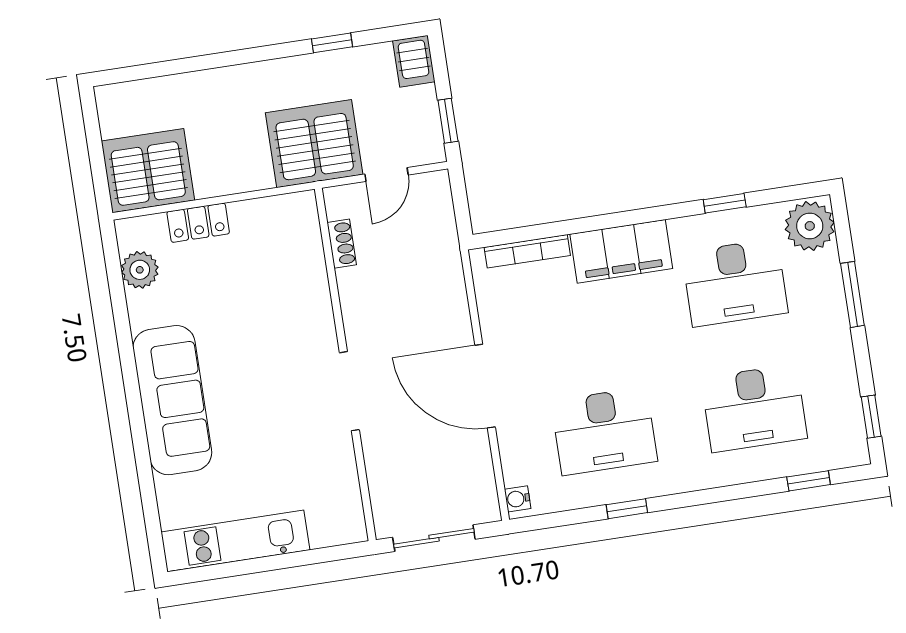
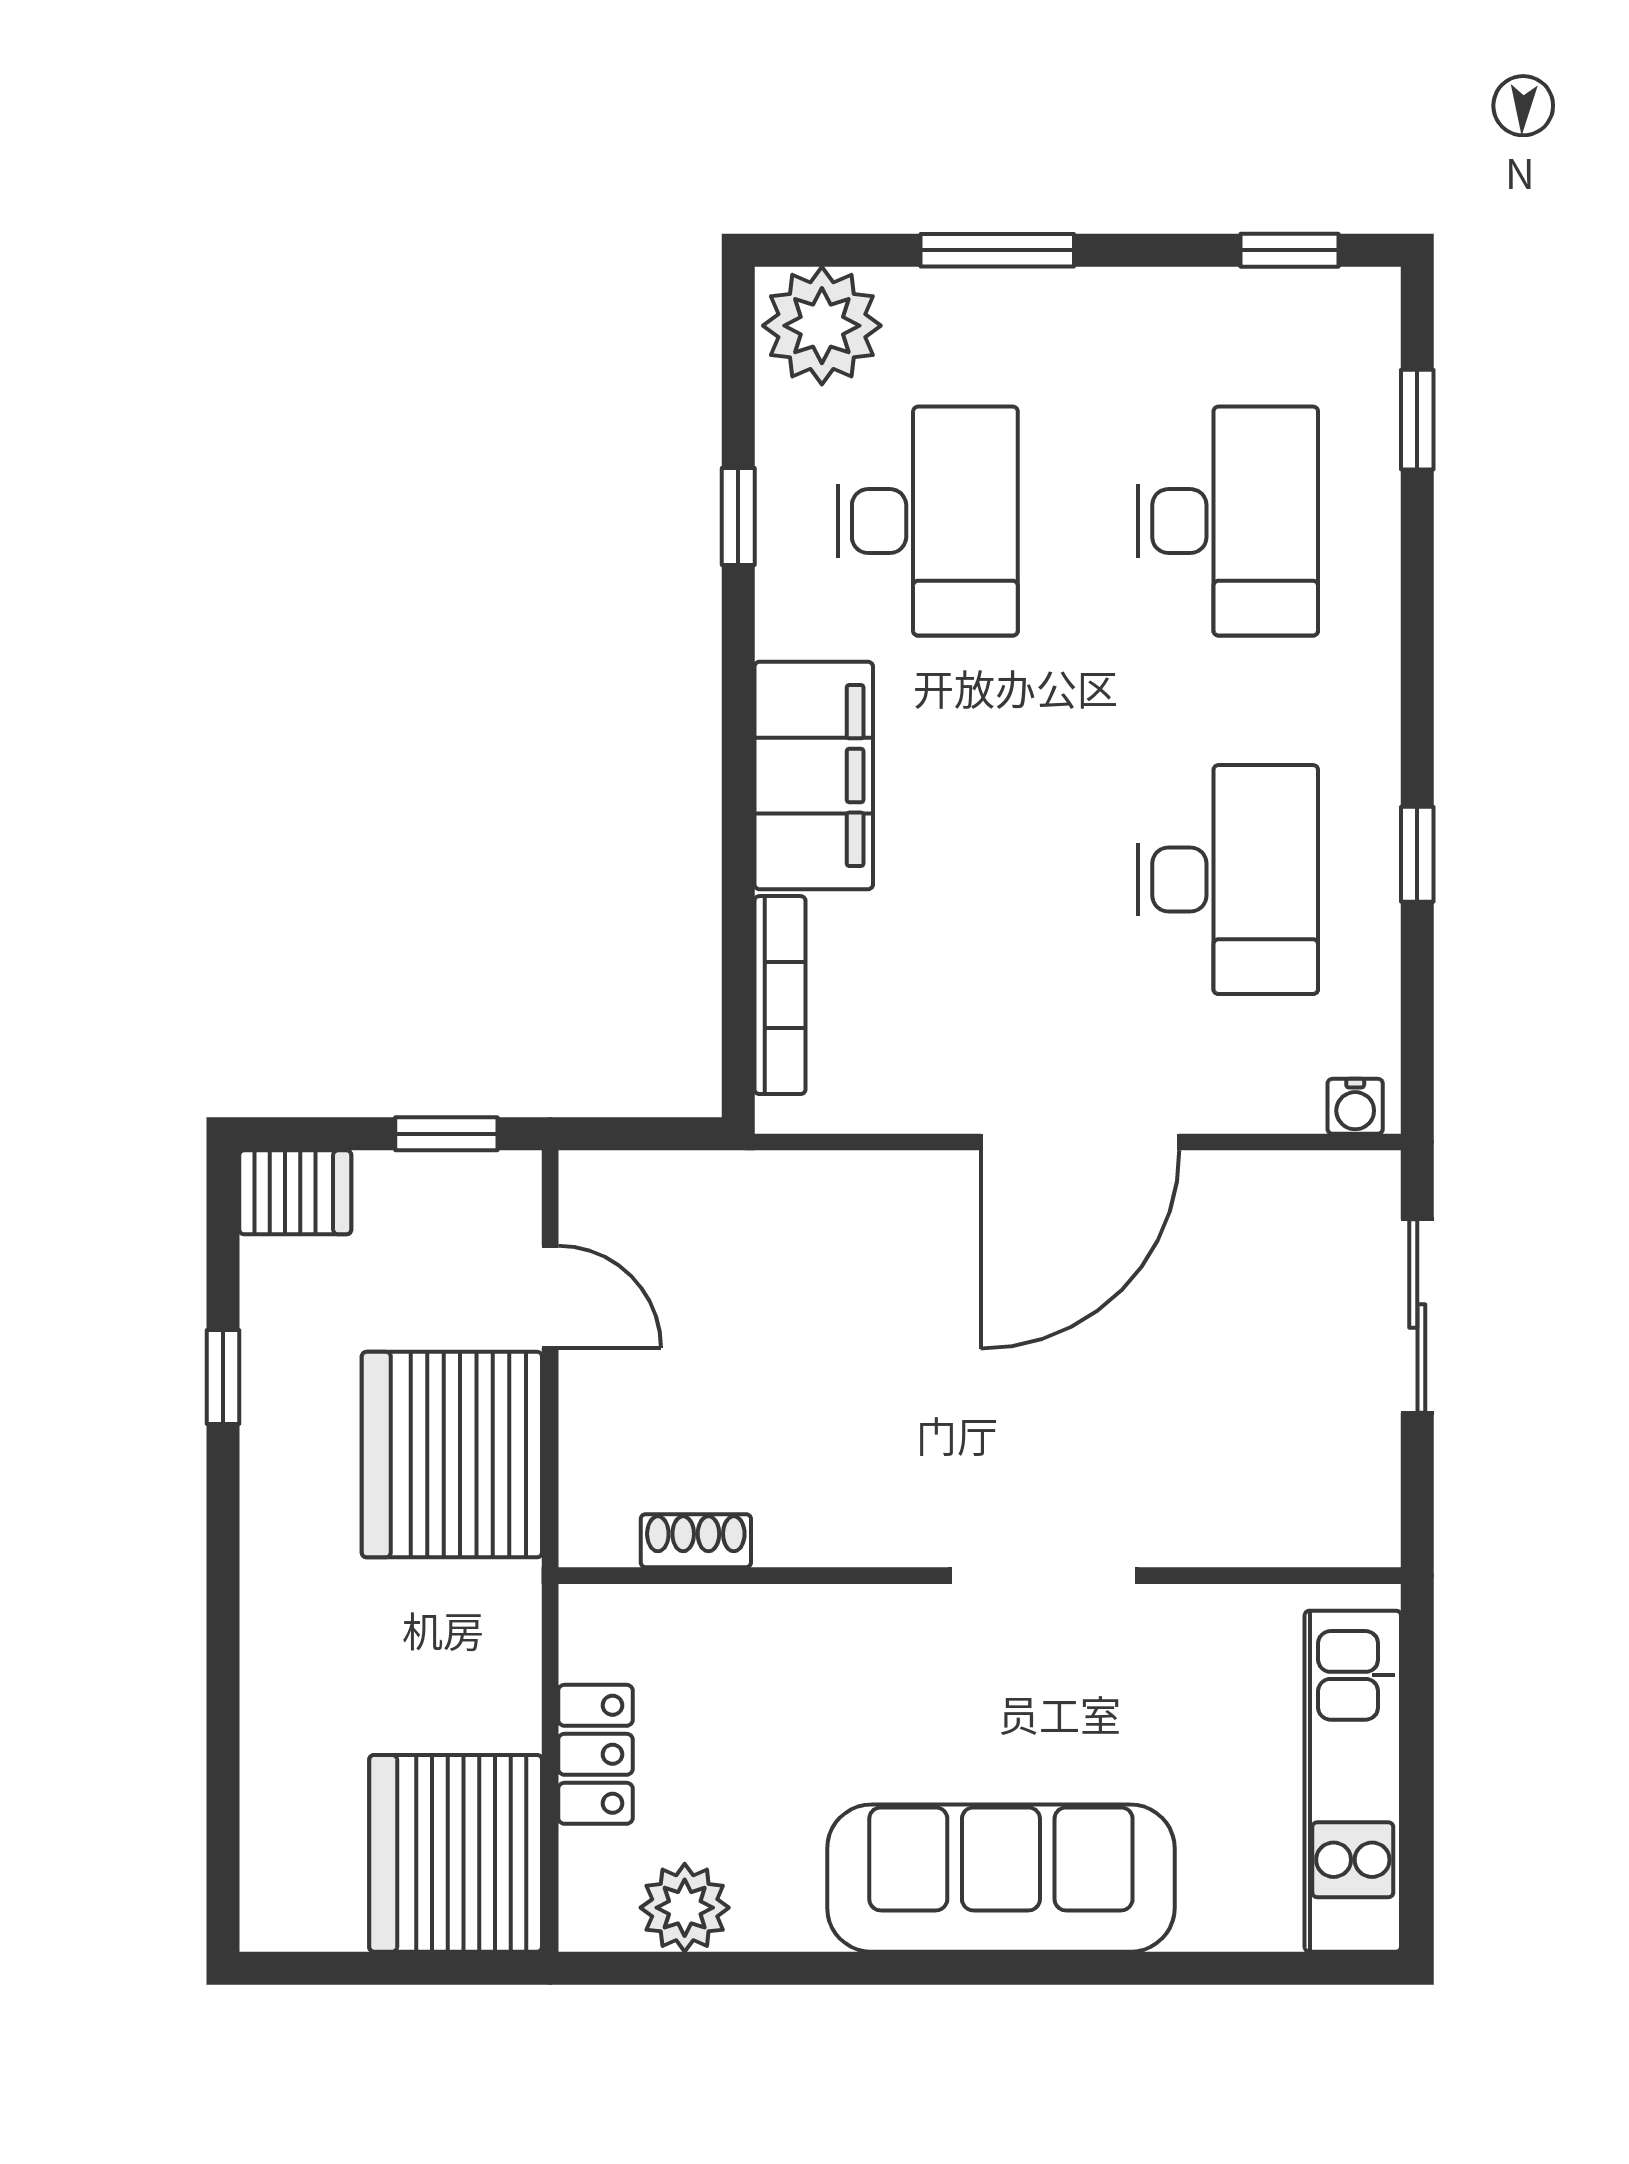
shoe rack: (342, 244) -> (696, 1541), moved
wall: (345, 365) -> (980, 1576), moved
doorway: (349, 391) -> (1043, 1576), moved

